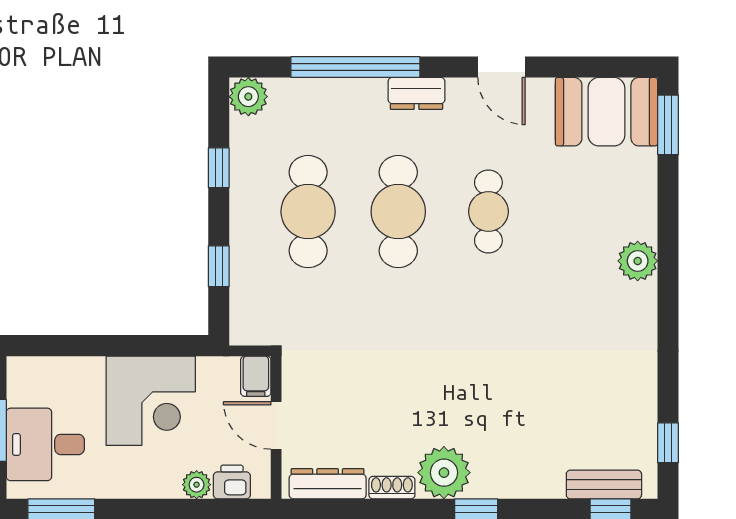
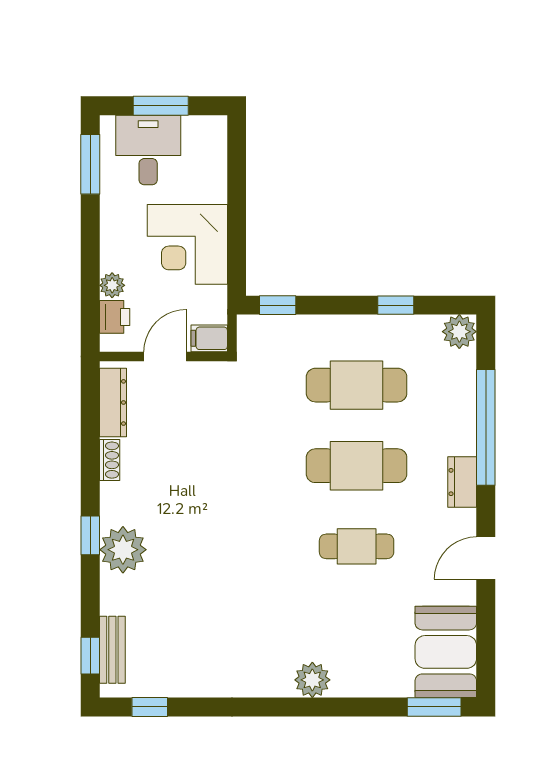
window: (219, 266) -> (278, 305), moved
plant: (444, 473) -> (123, 550), moved

